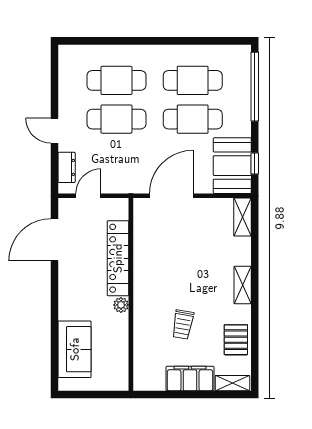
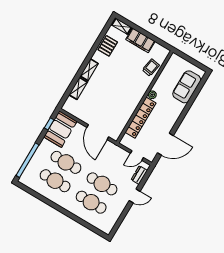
door: (54, 131) -> (135, 196), hinge flipped
door: (171, 196) -> (98, 132), hinge flipped
shelving: (242, 217) -> (78, 88), moved
trolley: (183, 325) -> (151, 68), moved

